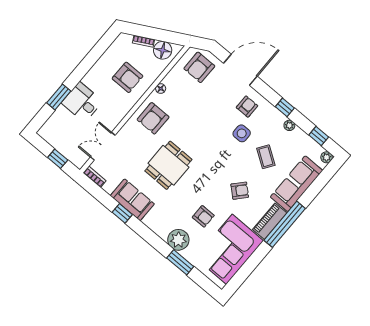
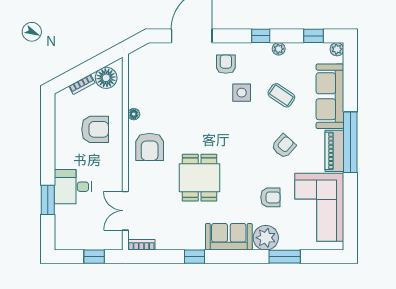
armchair: (199, 67) -> (153, 65), removed
sofa: (132, 200) -> (229, 237), moved

